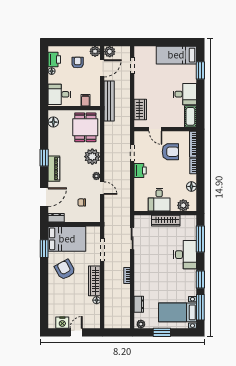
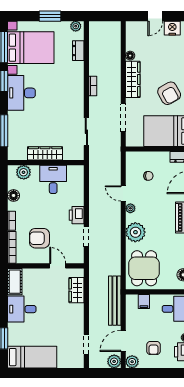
desk: (185, 255) -> (21, 93), moved
bed with nightstands: (177, 312) -> (31, 48), width x1.36

